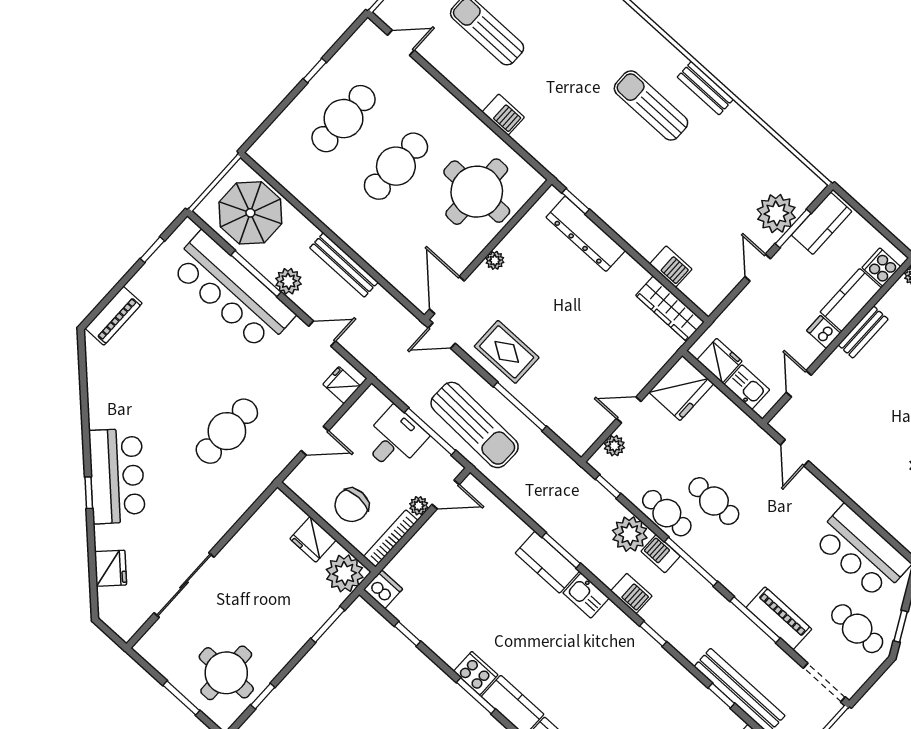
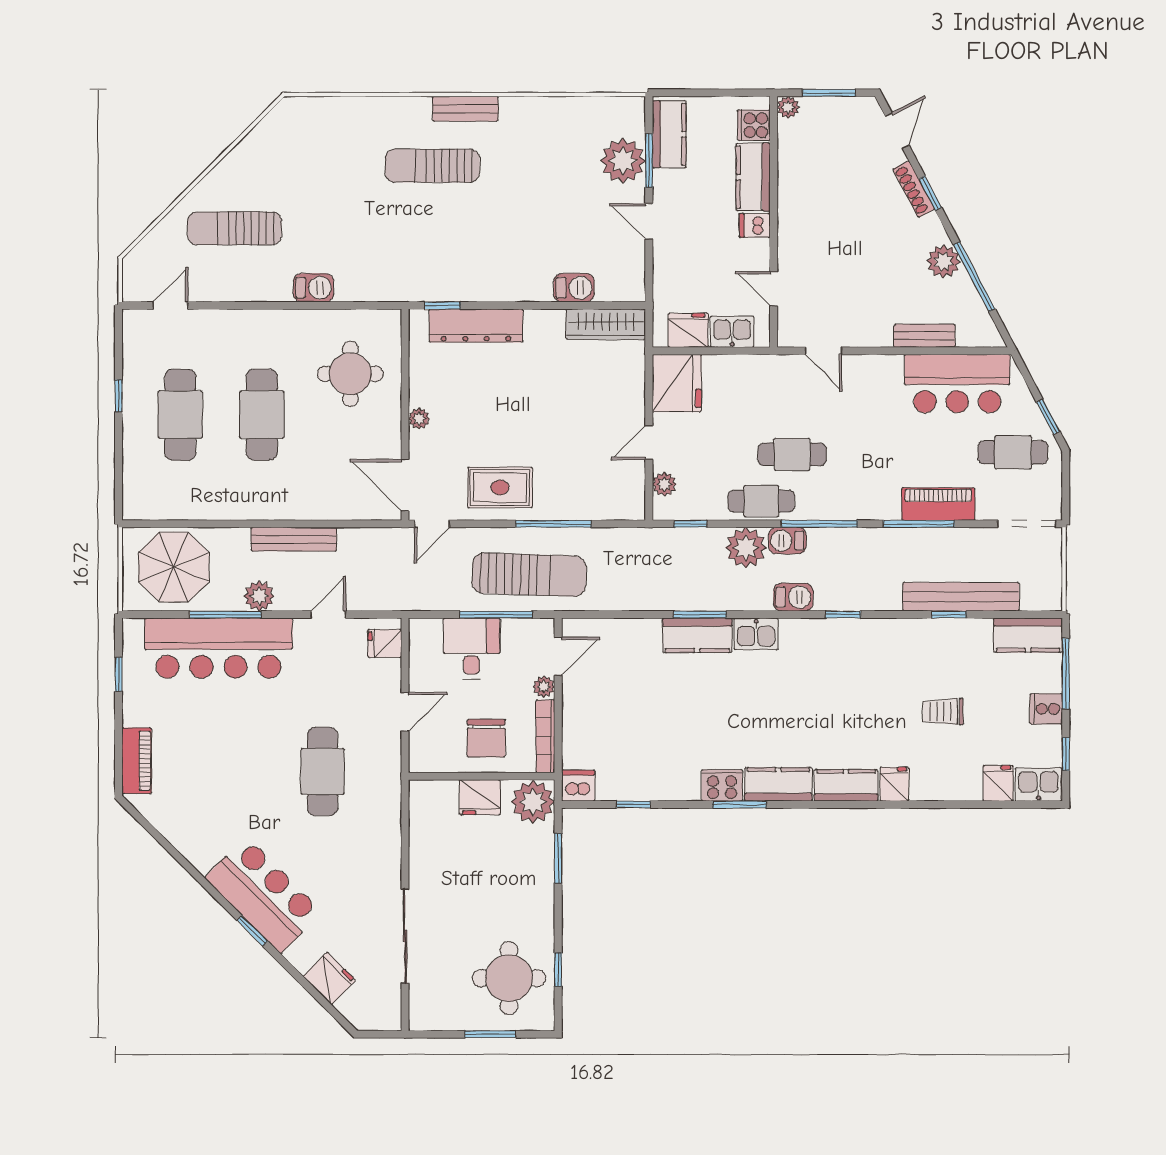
round table: (477, 192) -> (350, 374), width x0.73, depth x0.73
bench: (863, 332) -> (924, 336), moved, turned 90

